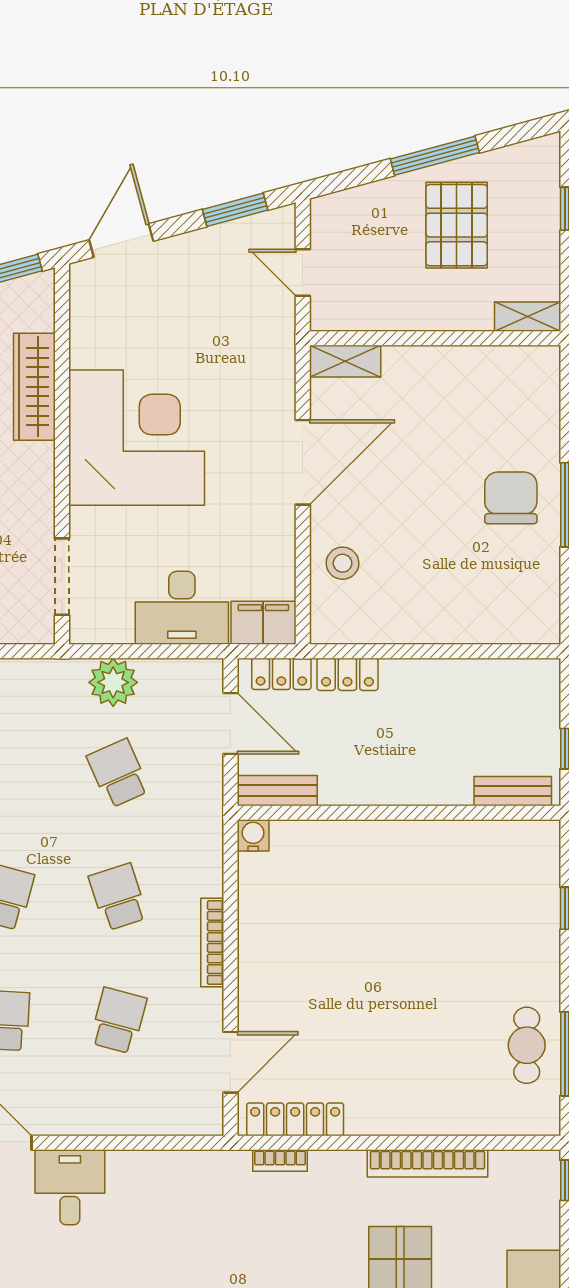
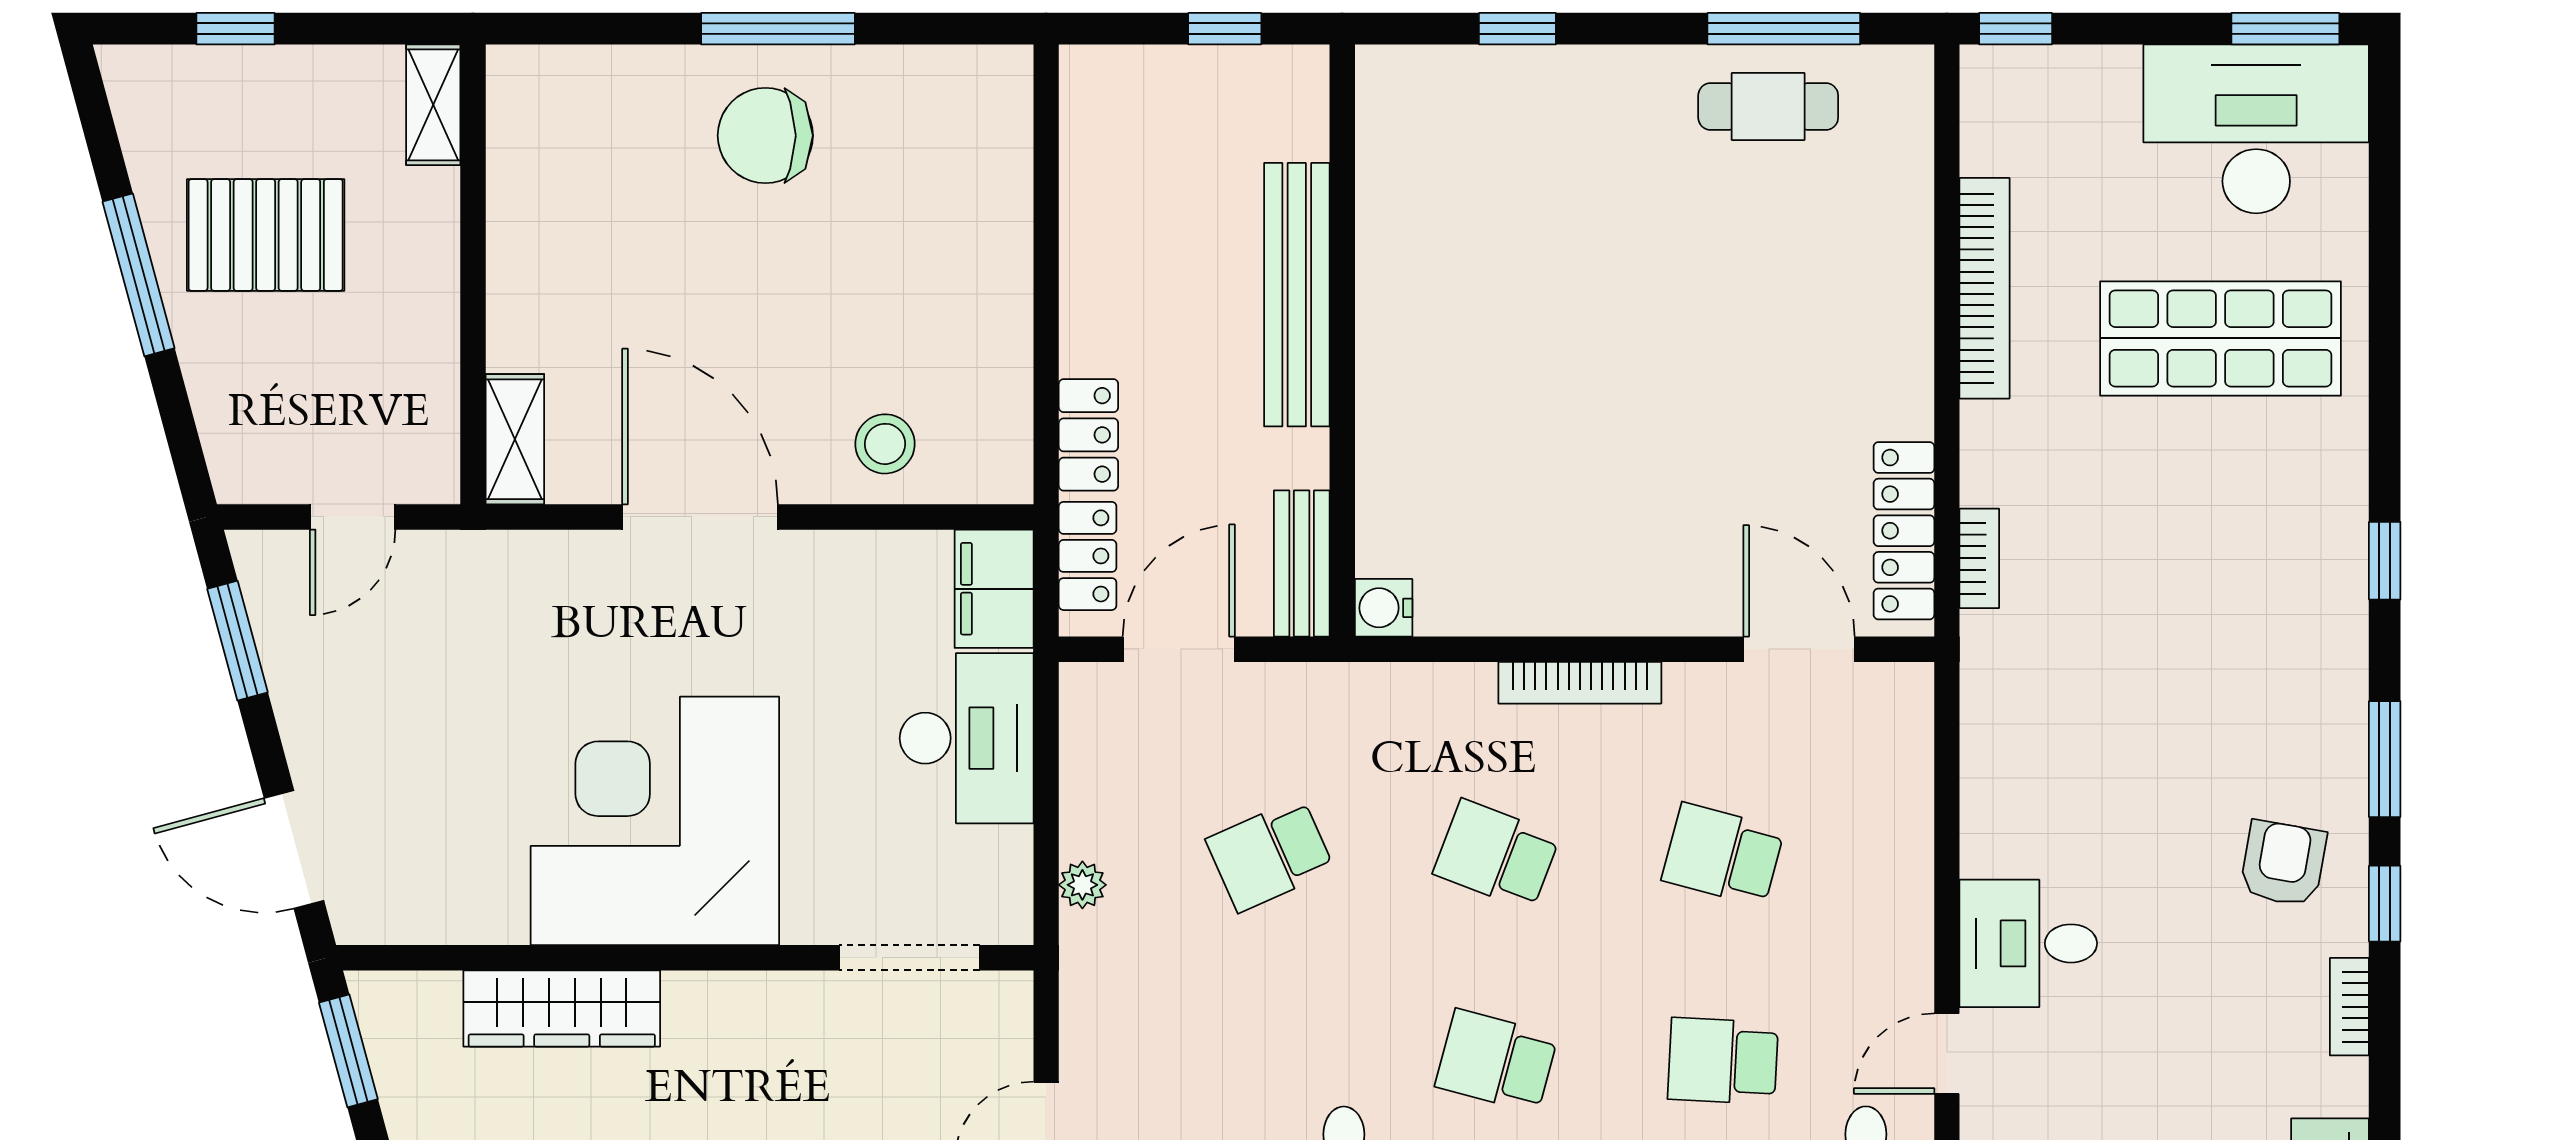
plant: (113, 682) -> (1082, 885), width x0.53, depth x0.53
bench: (513, 791) -> (1297, 295), moved, width x1.86, depth x1.21
school desk: (118, 897) -> (1496, 855), turned 39

